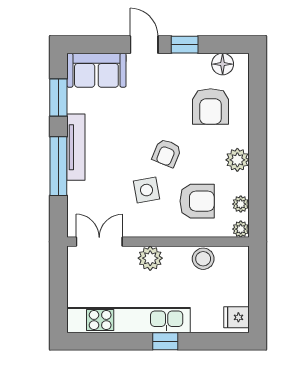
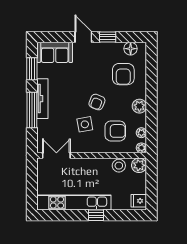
plant: (150, 258) -> (139, 165), moved

